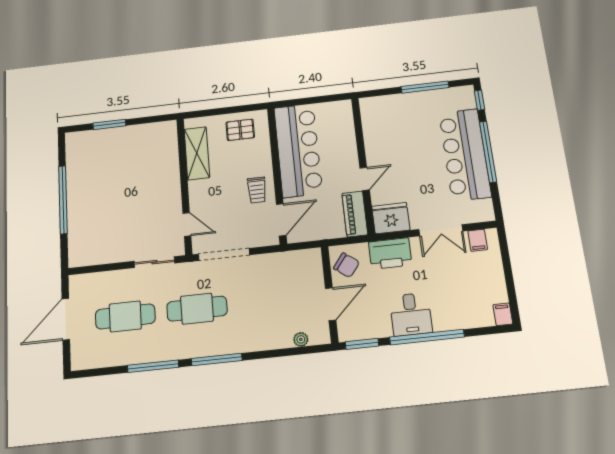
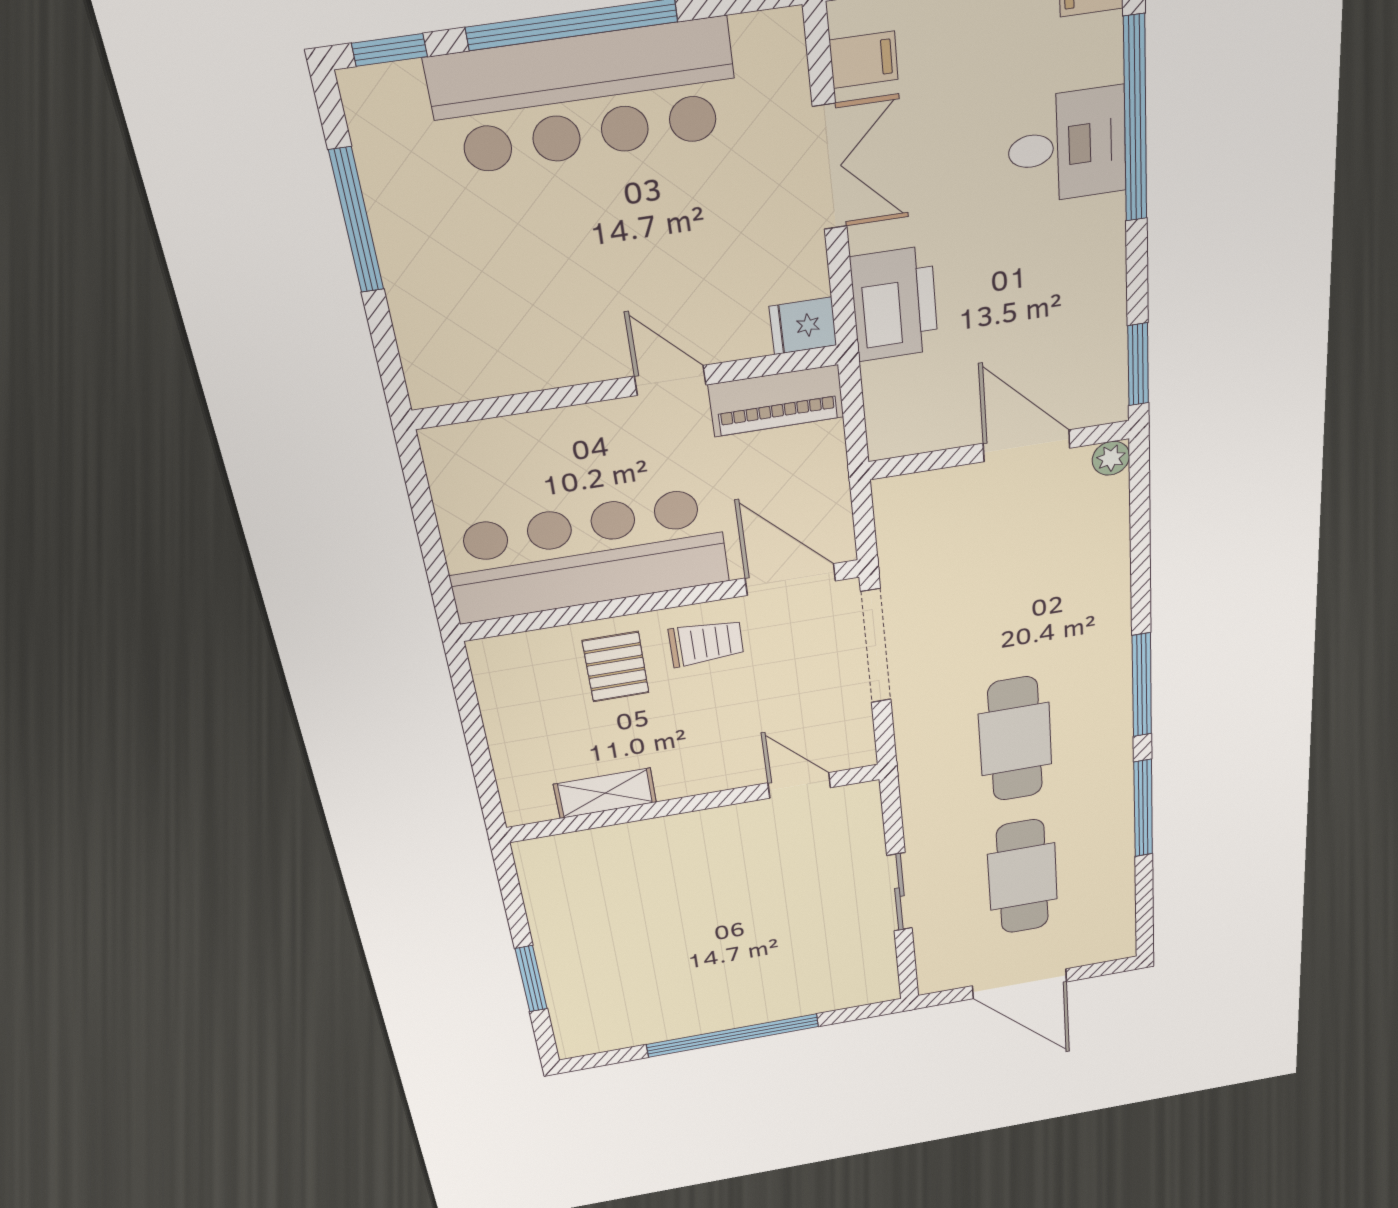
pallet: (240, 130) -> (616, 667), moved
shelving: (197, 153) -> (605, 793), width x0.67, depth x0.75
fridge: (391, 218) -> (803, 326), width x0.53, depth x0.75
door: (187, 224) -> (799, 785), hinge flipped
doorway: (224, 254) -> (876, 646), moved
sliding door: (154, 262) -> (899, 892), moved
chair: (346, 265) -> (923, 414), removed
desk: (411, 314) -> (1067, 146), moved
window: (427, 337) -> (1135, 120), moved
plant: (301, 339) -> (1111, 458), moved

